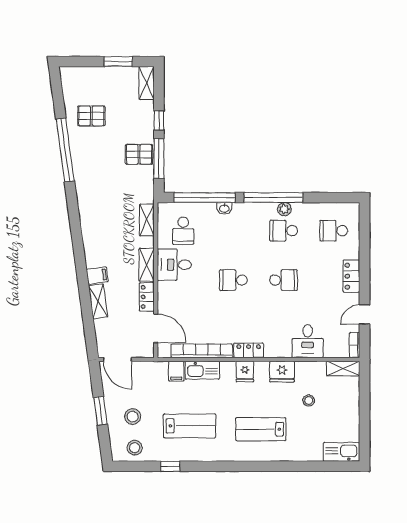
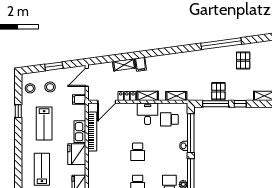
school desk: (233, 280) -> (138, 152), turned 180
locker: (249, 350) -> (93, 161), removed
filing cabinet: (176, 371) -> (79, 100), moved
fridge: (245, 371) -> (77, 154), width x1.88, depth x1.34

